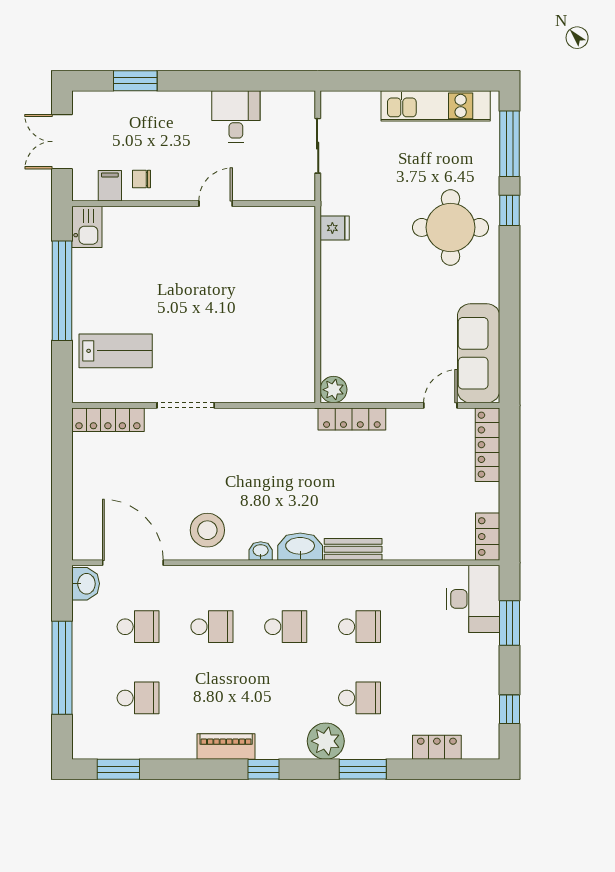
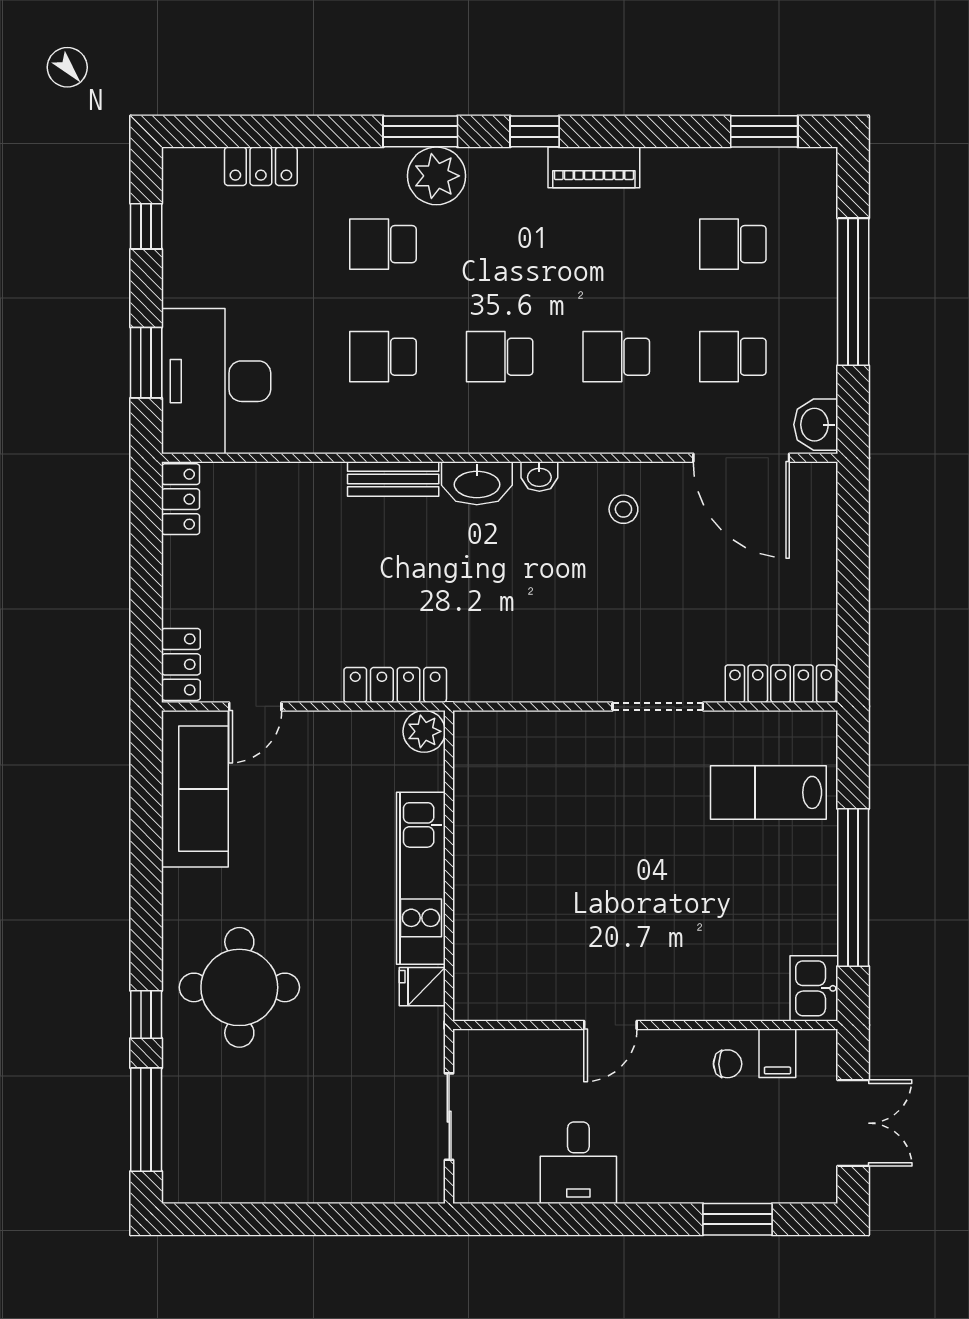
kitchen unit: (436, 106) -> (421, 878), moved, turned -90
locker: (488, 445) -> (181, 664), width x0.66
stool: (207, 530) -> (623, 509), width x0.53, depth x0.53
desk: (473, 599) -> (216, 381), width x1.36, depth x1.30
window: (363, 769) -> (420, 131), moved

